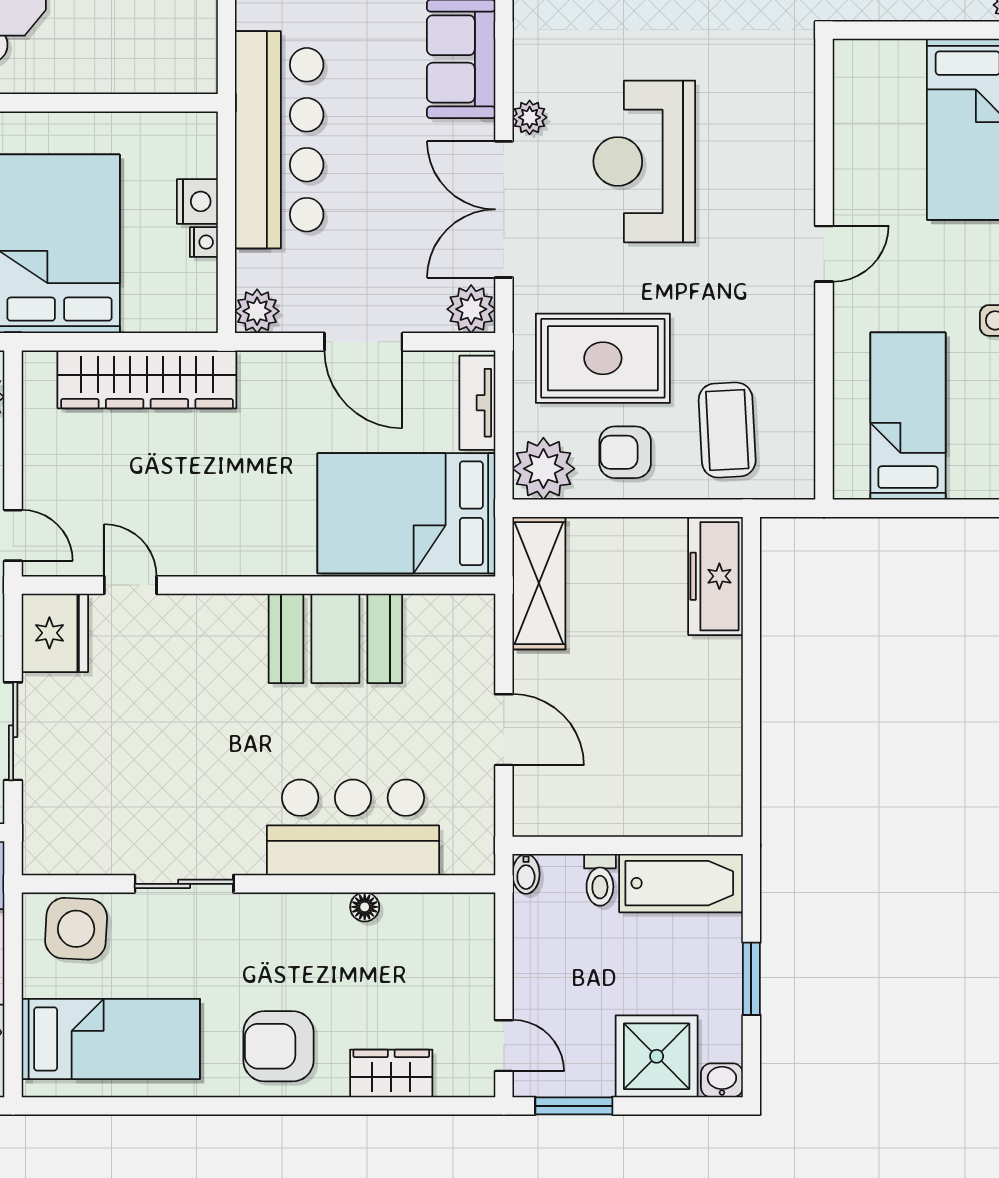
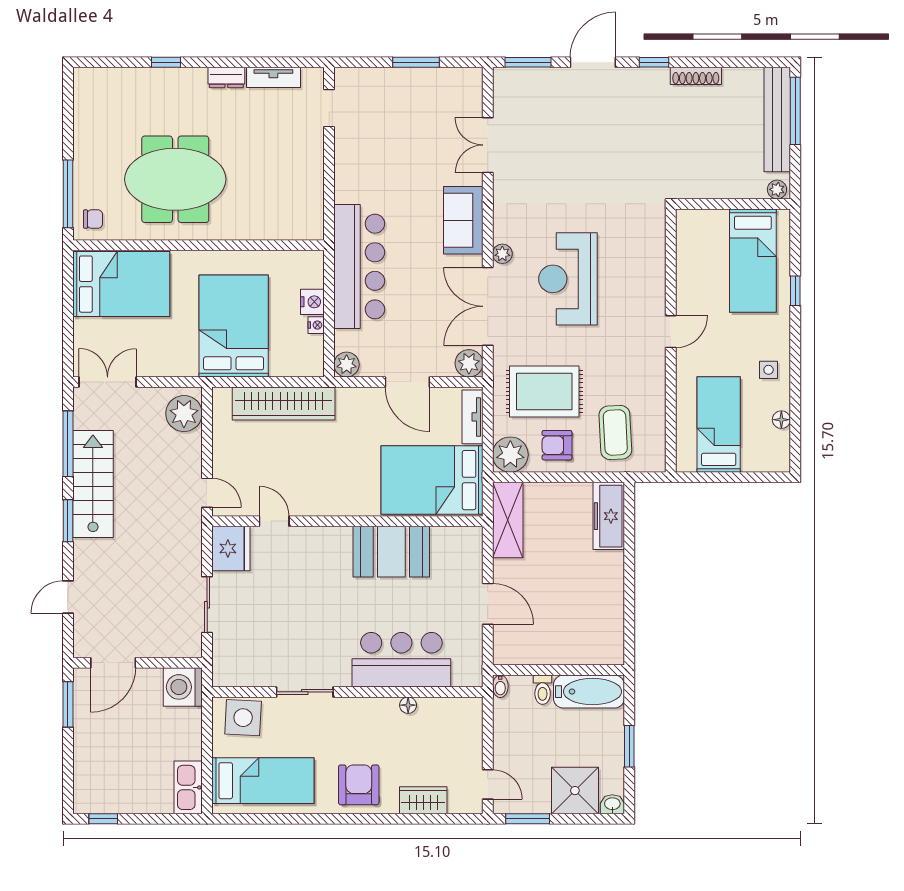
armchair: (278, 1046) -> (359, 785), turned 90

